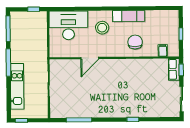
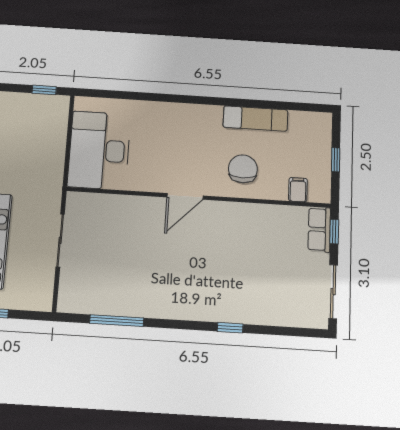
exam couch: (129, 16) -> (255, 119), moved
desk: (68, 25) -> (99, 150), moved, turned -90
stool: (102, 28) -> (178, 136), removed
door: (90, 58) -> (185, 196), moved

